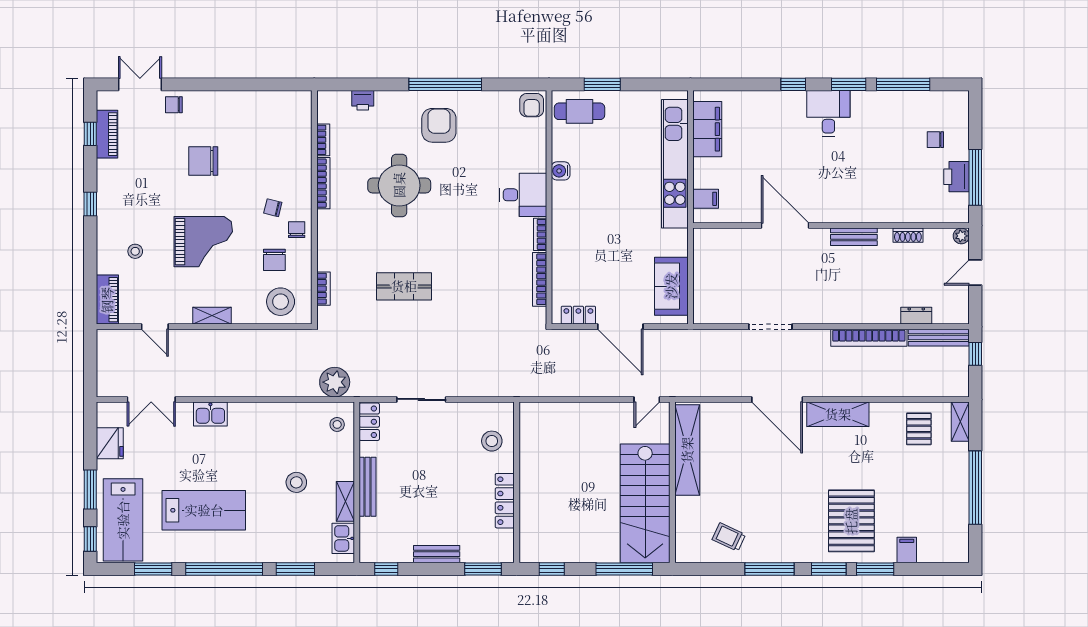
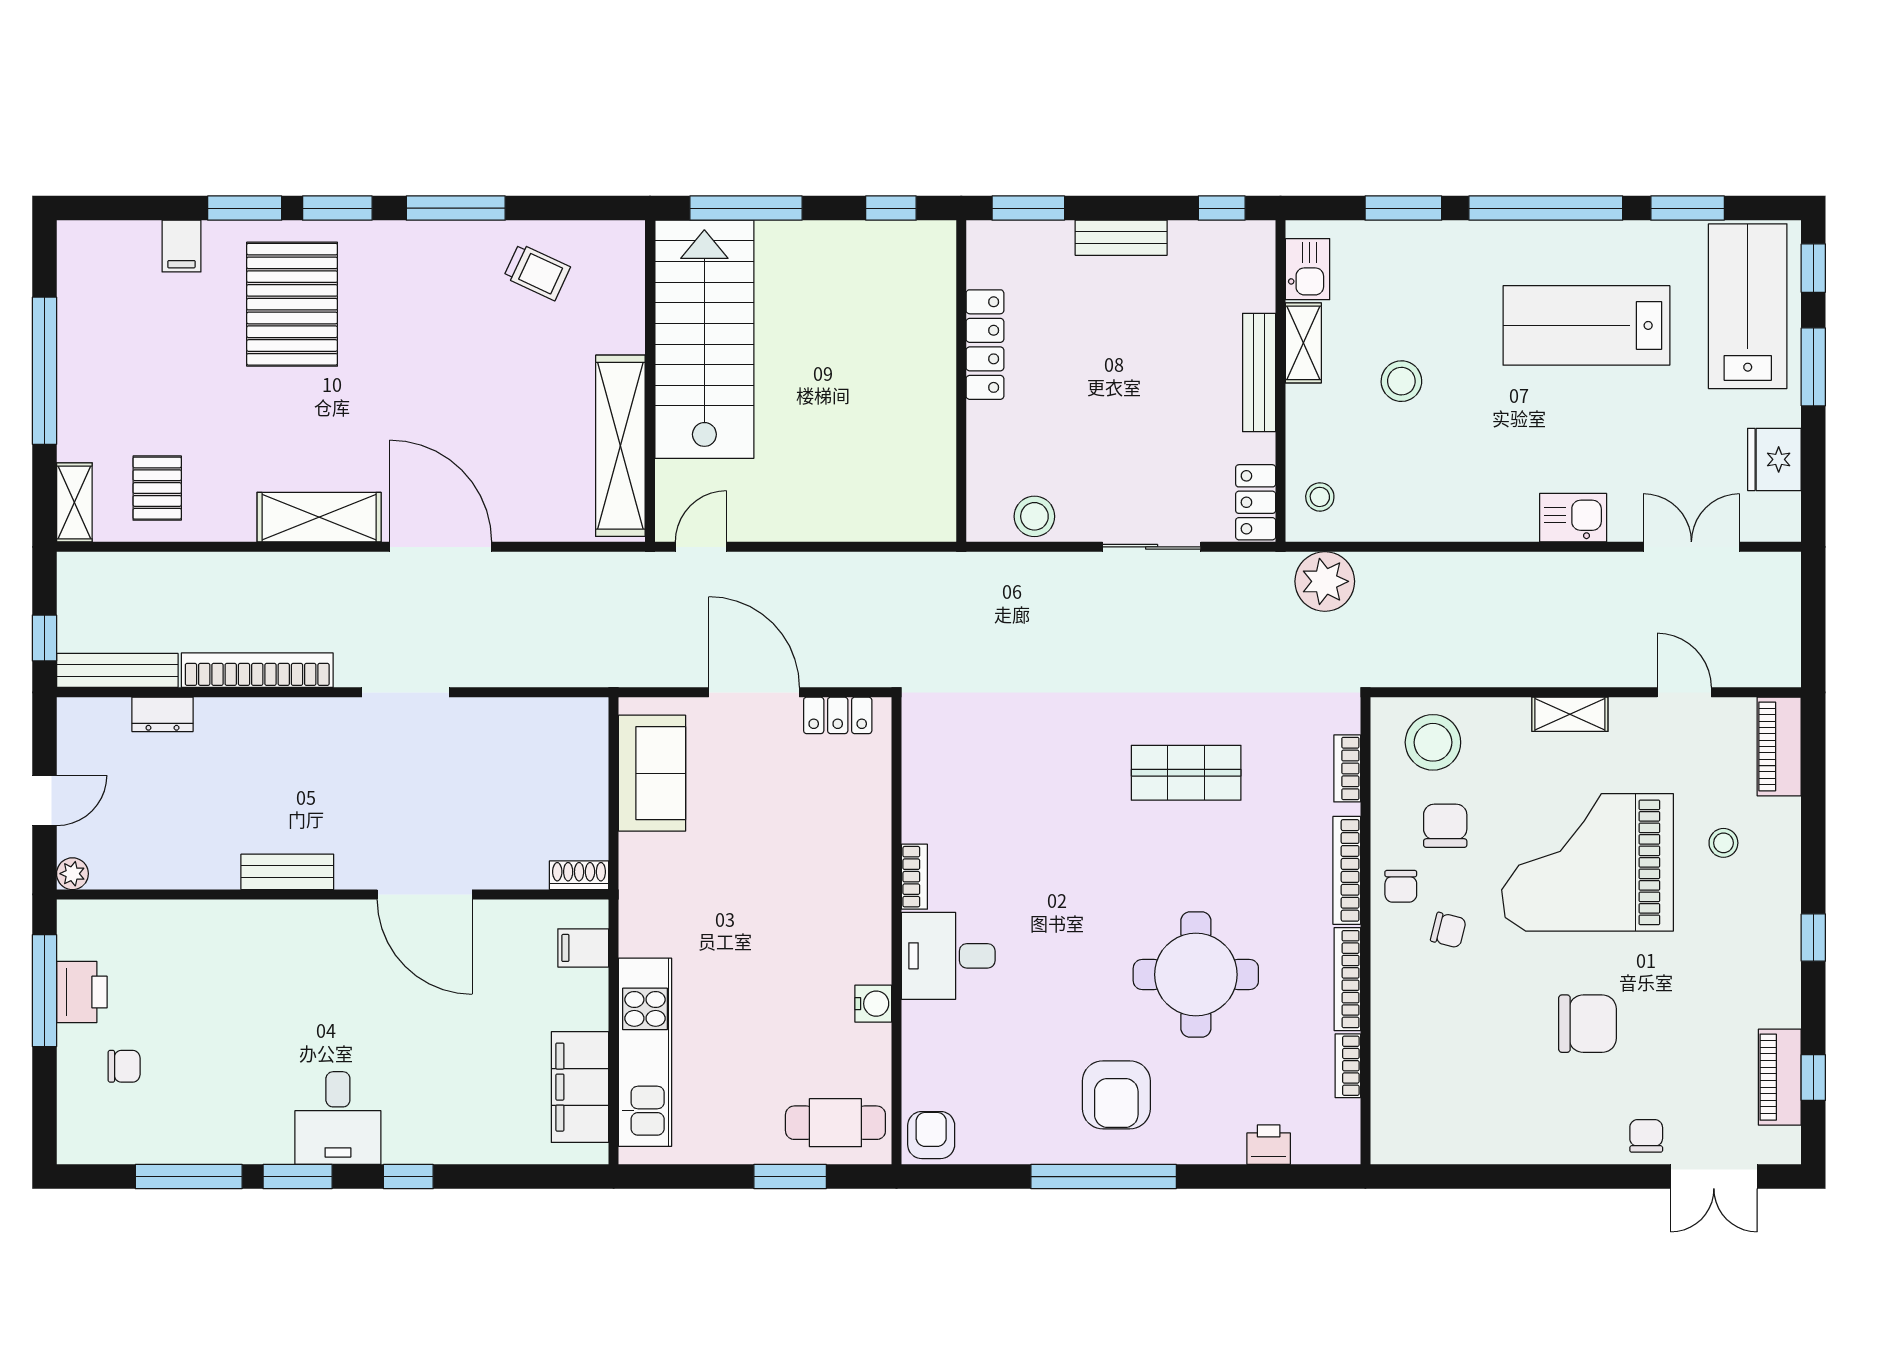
chair: (174, 105) -> (1646, 1136), turned -90
kitchen unit: (675, 164) -> (645, 1052), width x0.73
shoe rack: (908, 235) -> (579, 875), moved
grand piano: (203, 242) -> (1588, 862), width x1.37, depth x1.48
bookcase: (540, 279) -> (1347, 870), moved, turned 180
doorway: (770, 327) -> (406, 692), moved
stool: (492, 441) -> (1034, 516), moved

